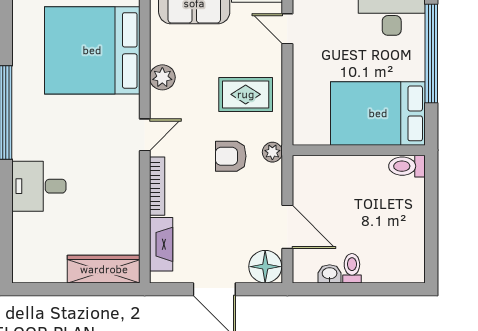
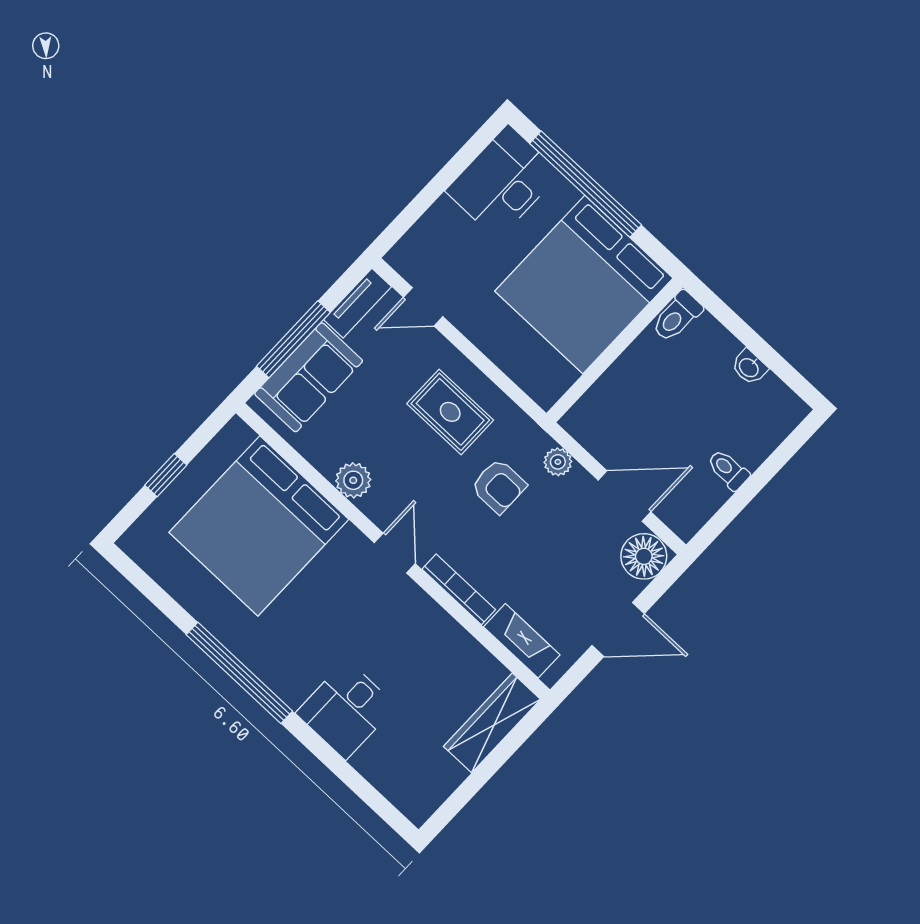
rug: (246, 94) -> (450, 412), turned 90
bed: (378, 113) -> (584, 285), width x1.36
plant: (272, 152) -> (558, 462), moved
armchair: (231, 156) -> (499, 486), turned -90
washbasin: (330, 274) -> (749, 367), moved, turned -90

